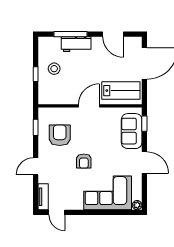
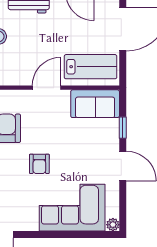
window: (144, 124) -> (123, 128), moved
sofa: (132, 131) -> (95, 104), moved, turned -90

